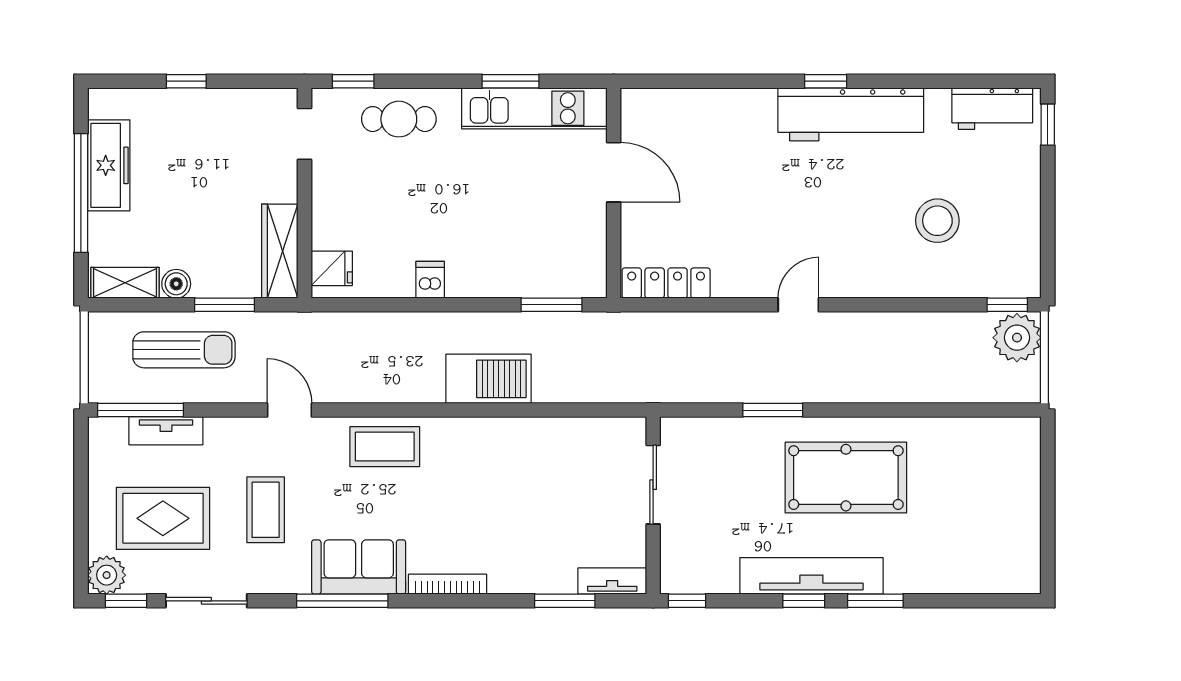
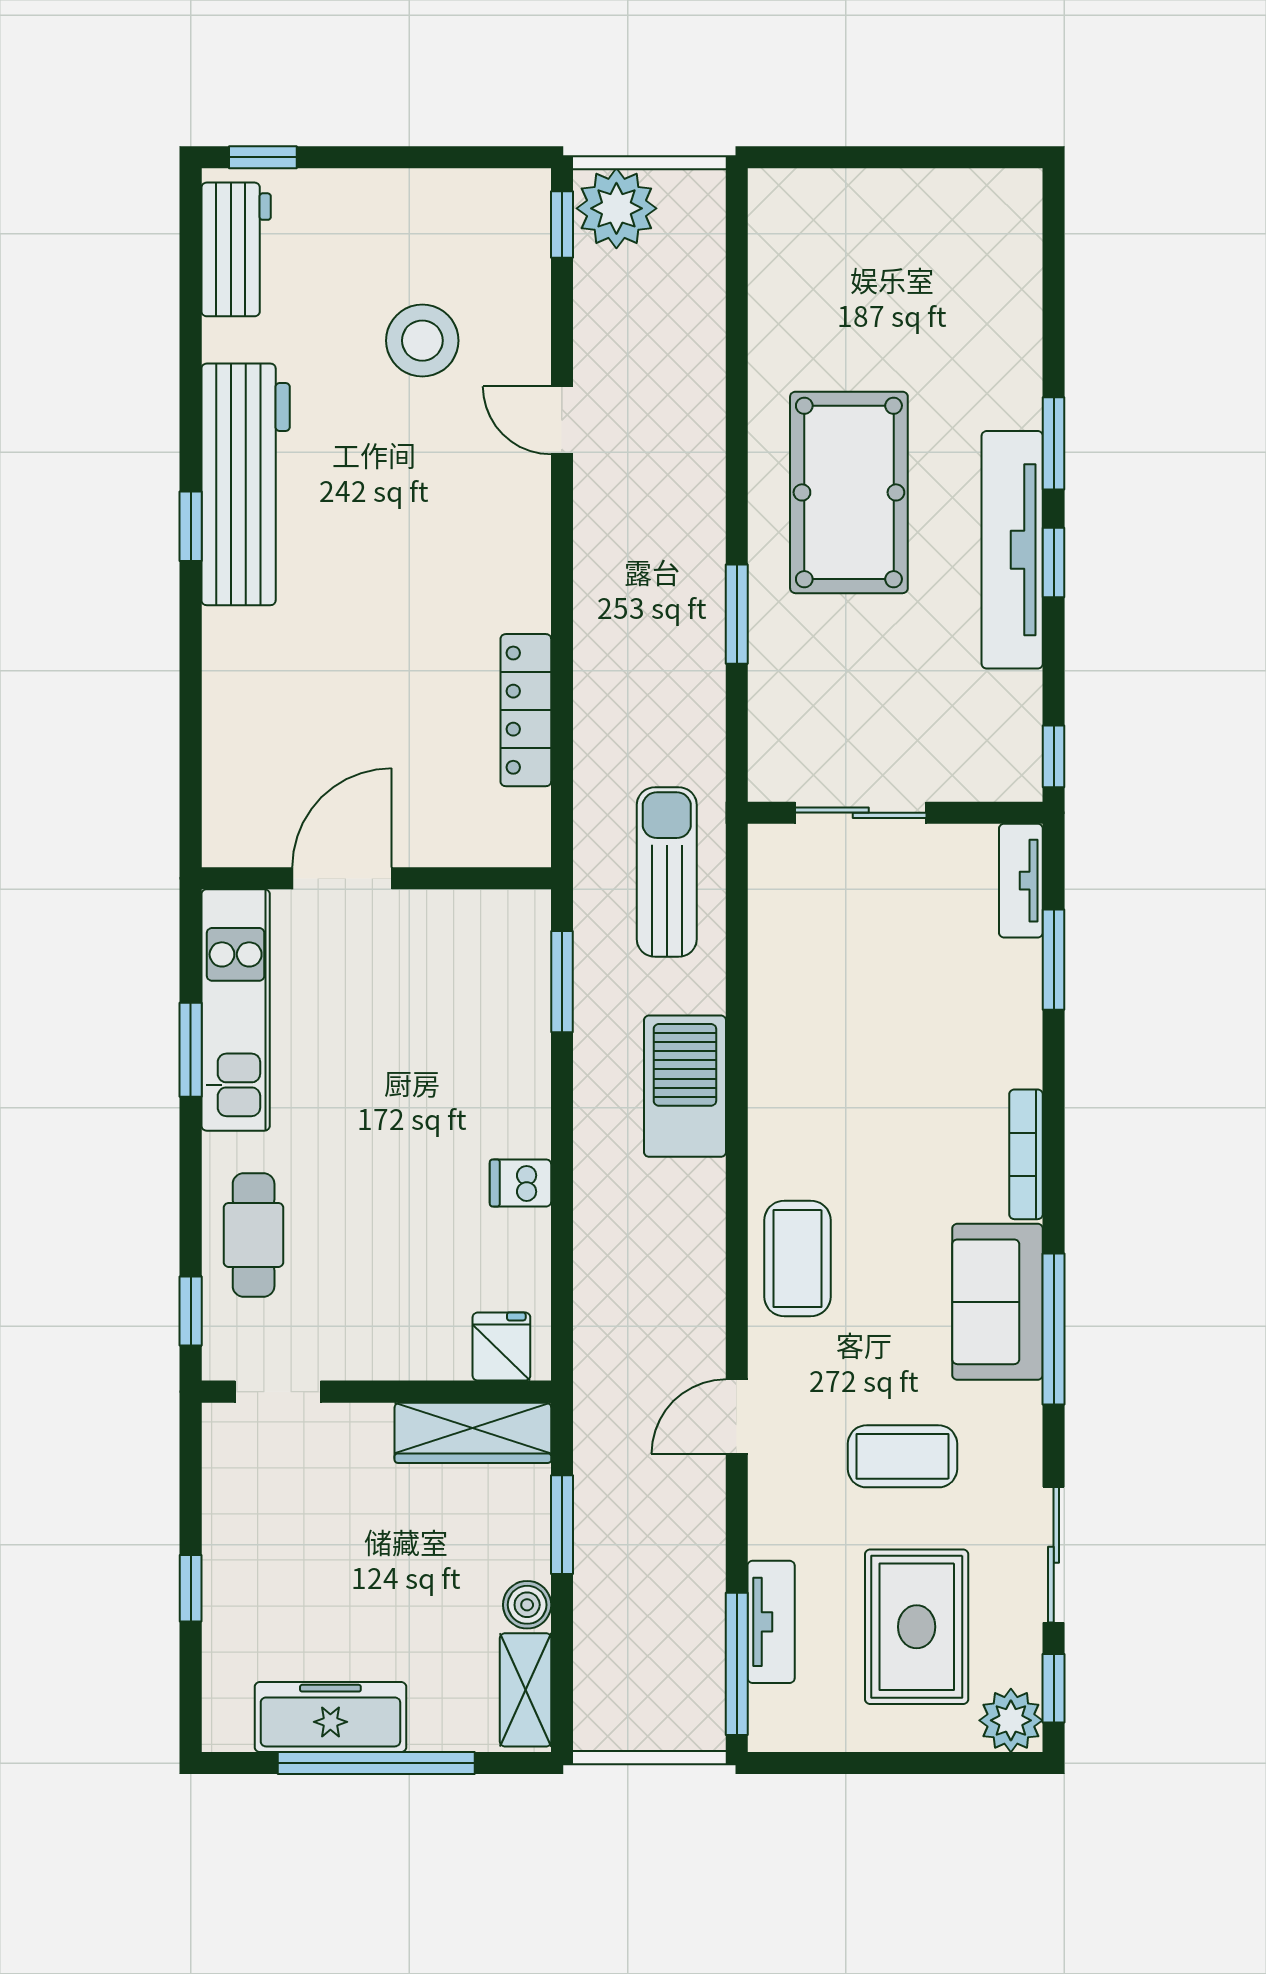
locker: (666, 283) -> (526, 710), moved
door: (798, 305) -> (562, 420), moved
sun lounger: (184, 350) -> (667, 872), moved

